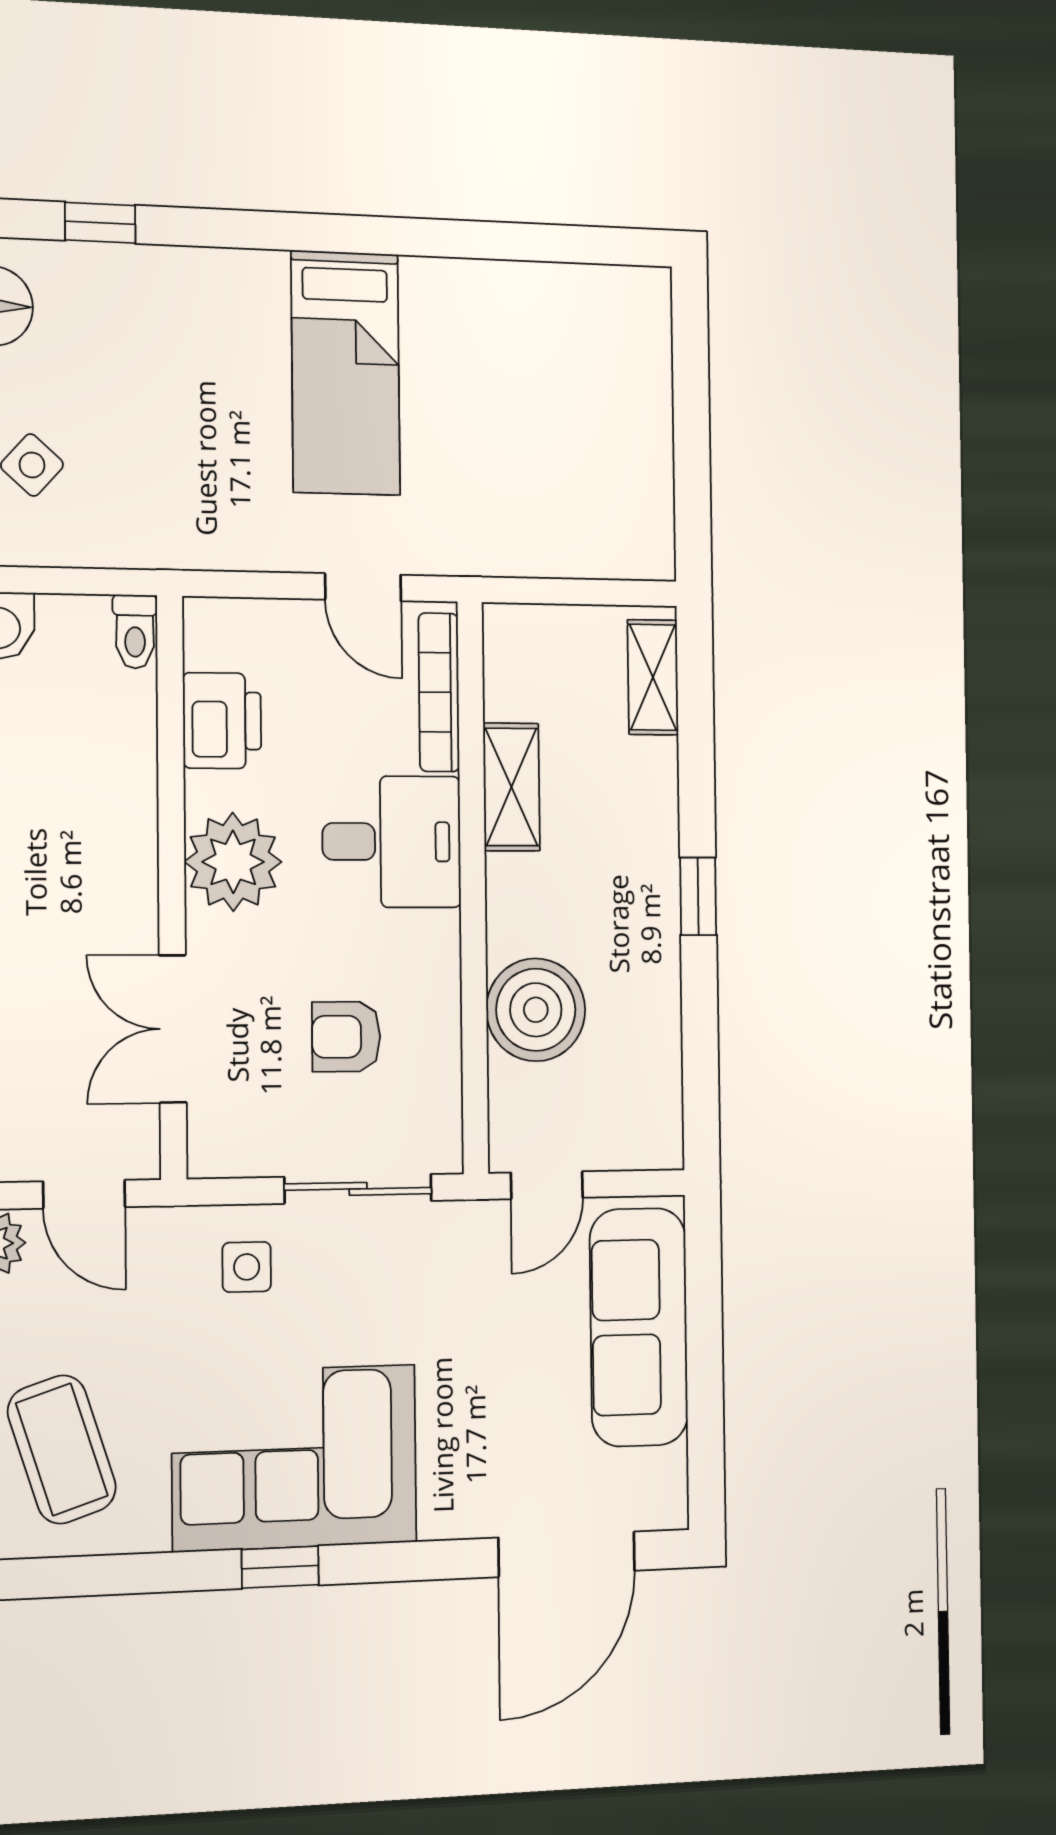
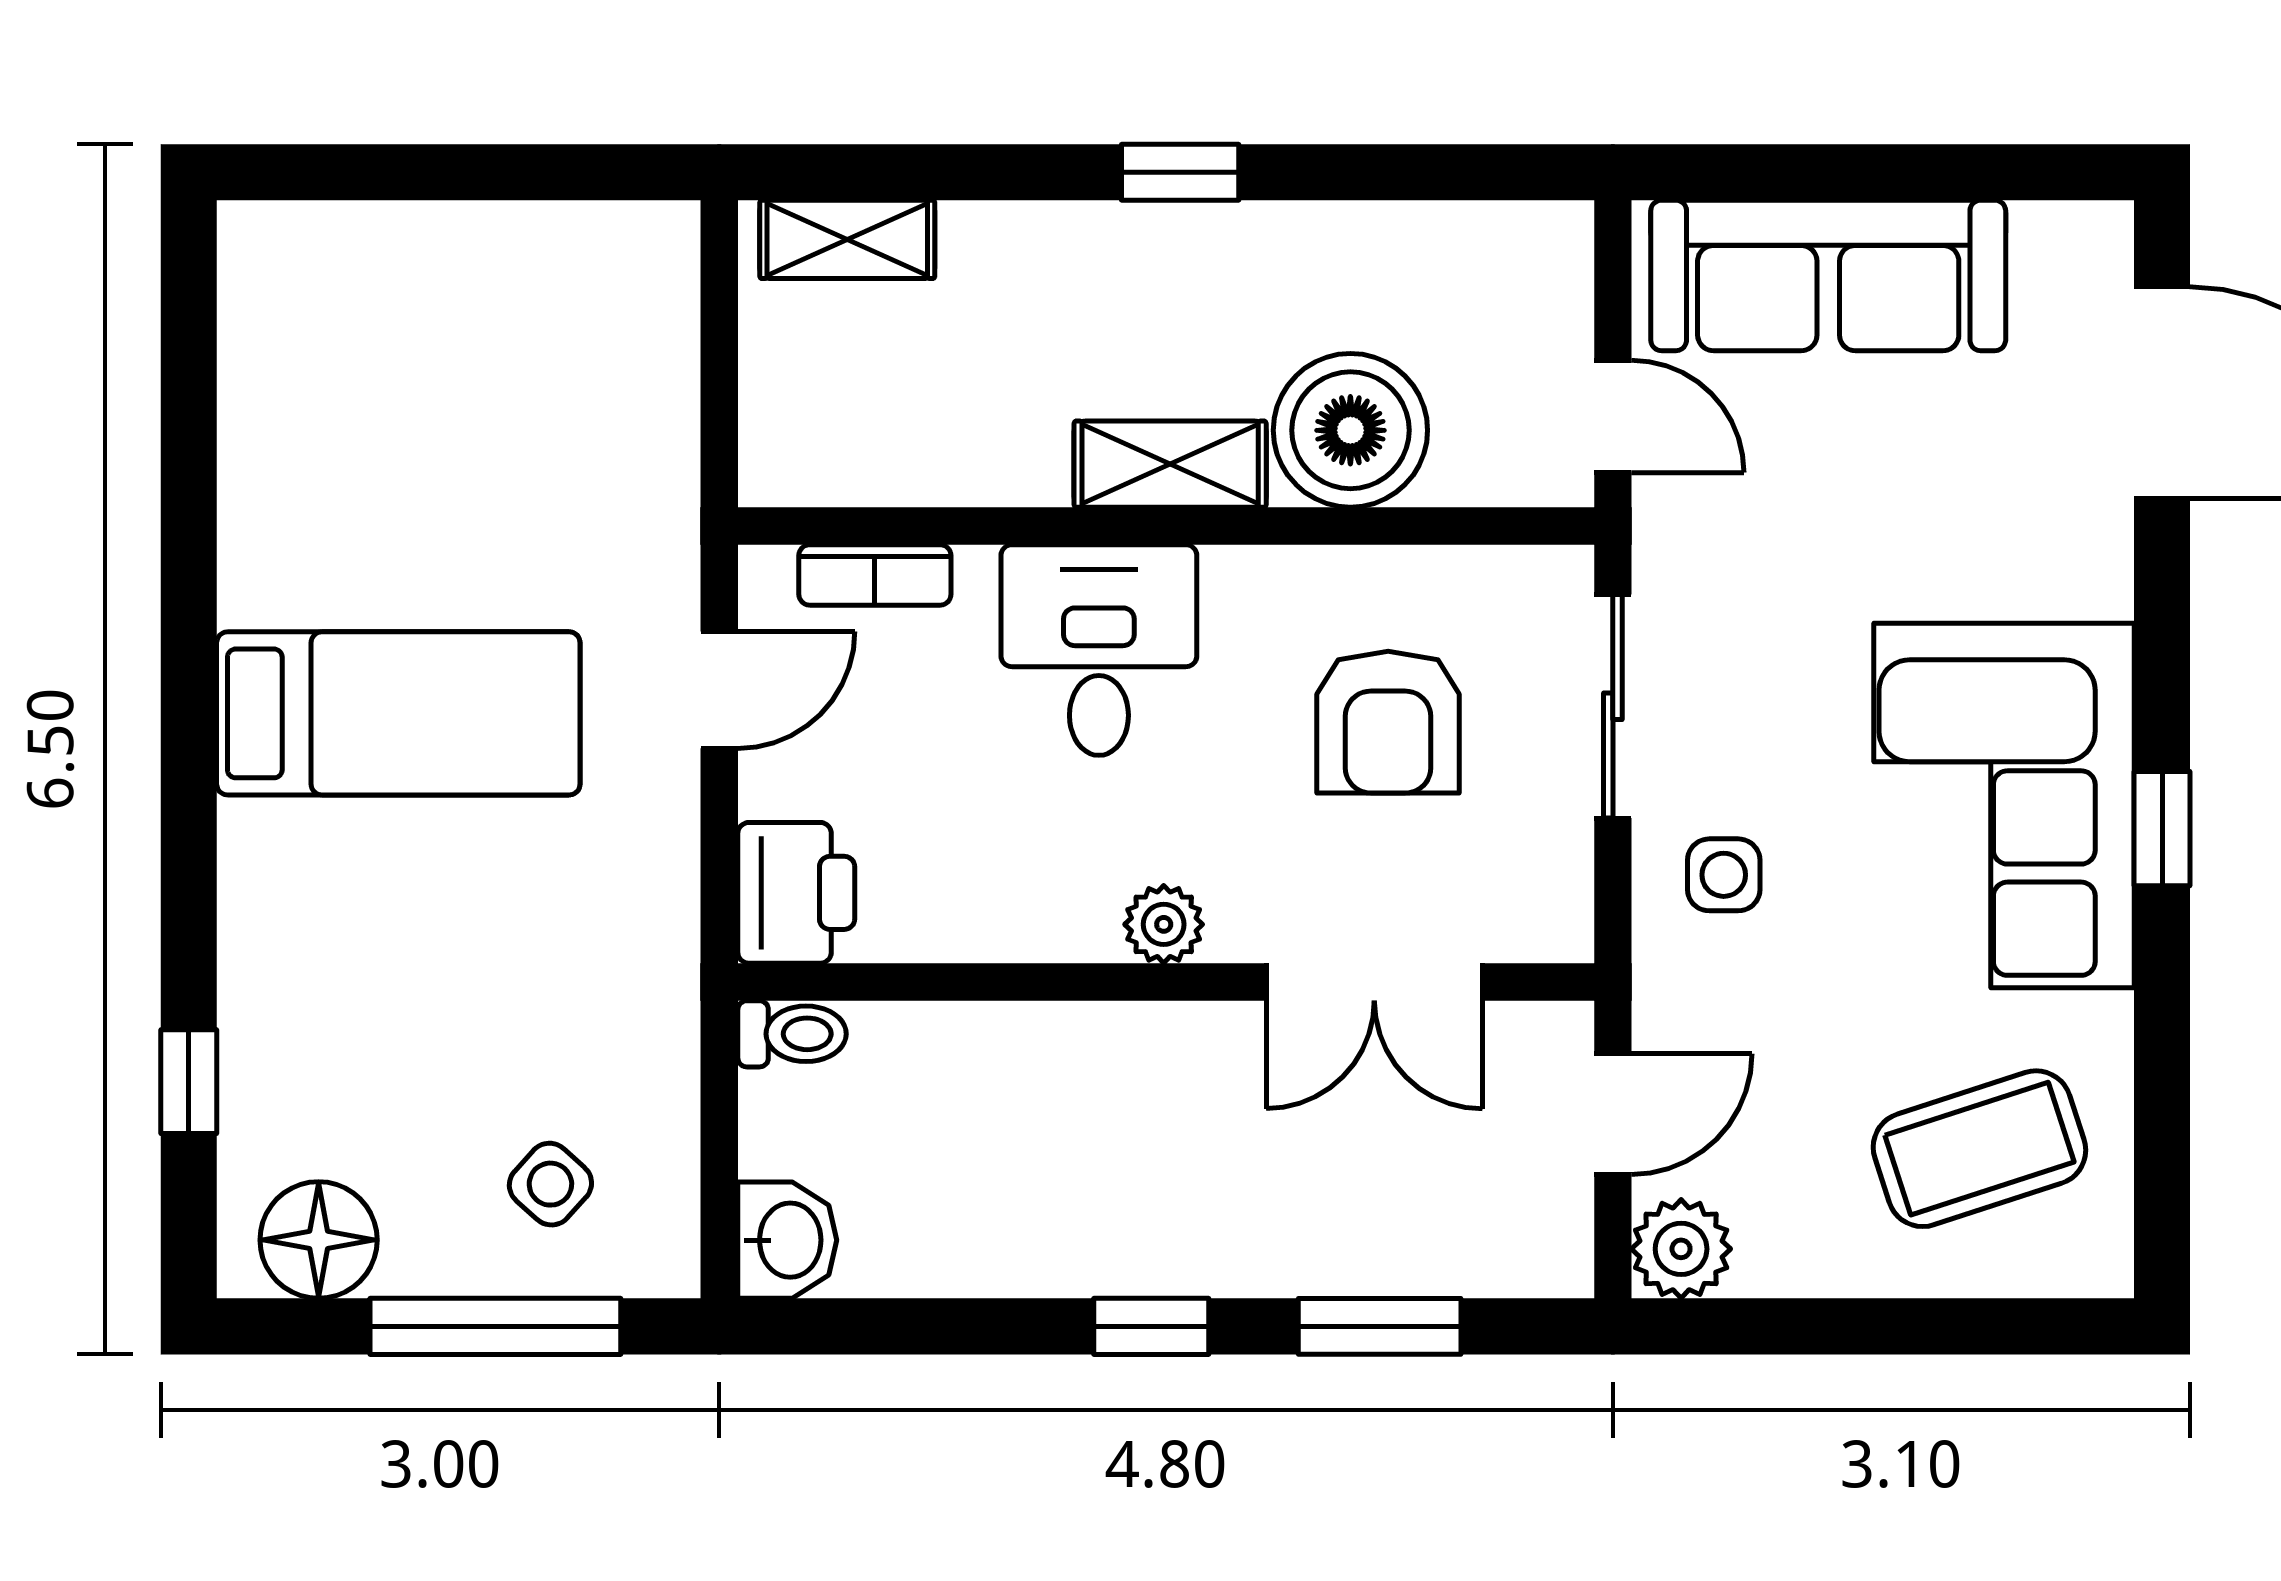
bookcase: (439, 692) -> (875, 575), width x0.64
printer: (222, 721) -> (796, 893), moved, turned 90
shelving: (511, 787) -> (1170, 464), moved
plant: (233, 862) -> (1164, 924), width x0.53, depth x0.53
armchair: (346, 1037) -> (1388, 722), width x1.38, depth x1.38

